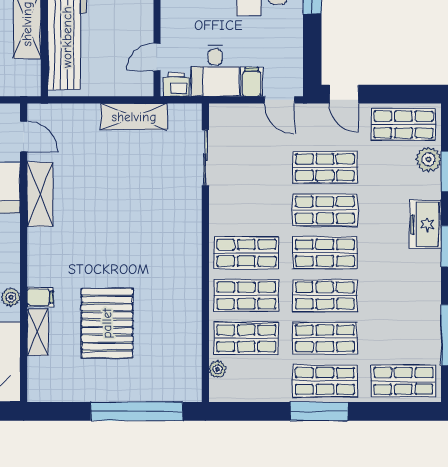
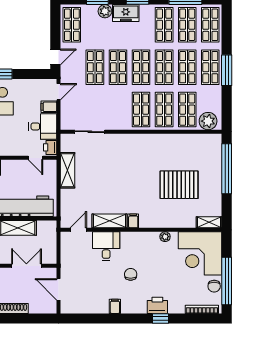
plant: (429, 159) -> (105, 11), moved
shop shelf: (403, 295) -> (164, 25), added
filing cabinet: (40, 297) -> (133, 221), moved
shelving: (38, 332) -> (209, 222), moved
shop shelf: (403, 338) -> (187, 25), added
plant: (217, 369) -> (208, 121), width x1.87, depth x1.87

